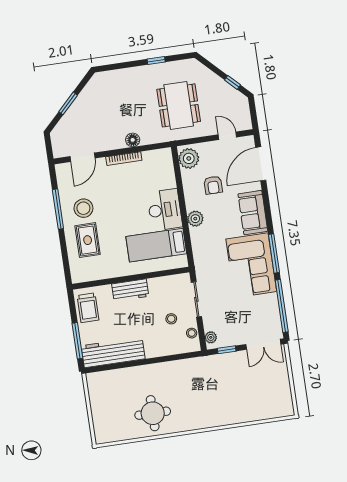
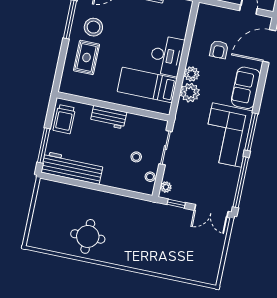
plant: (189, 158) -> (190, 93), moved

